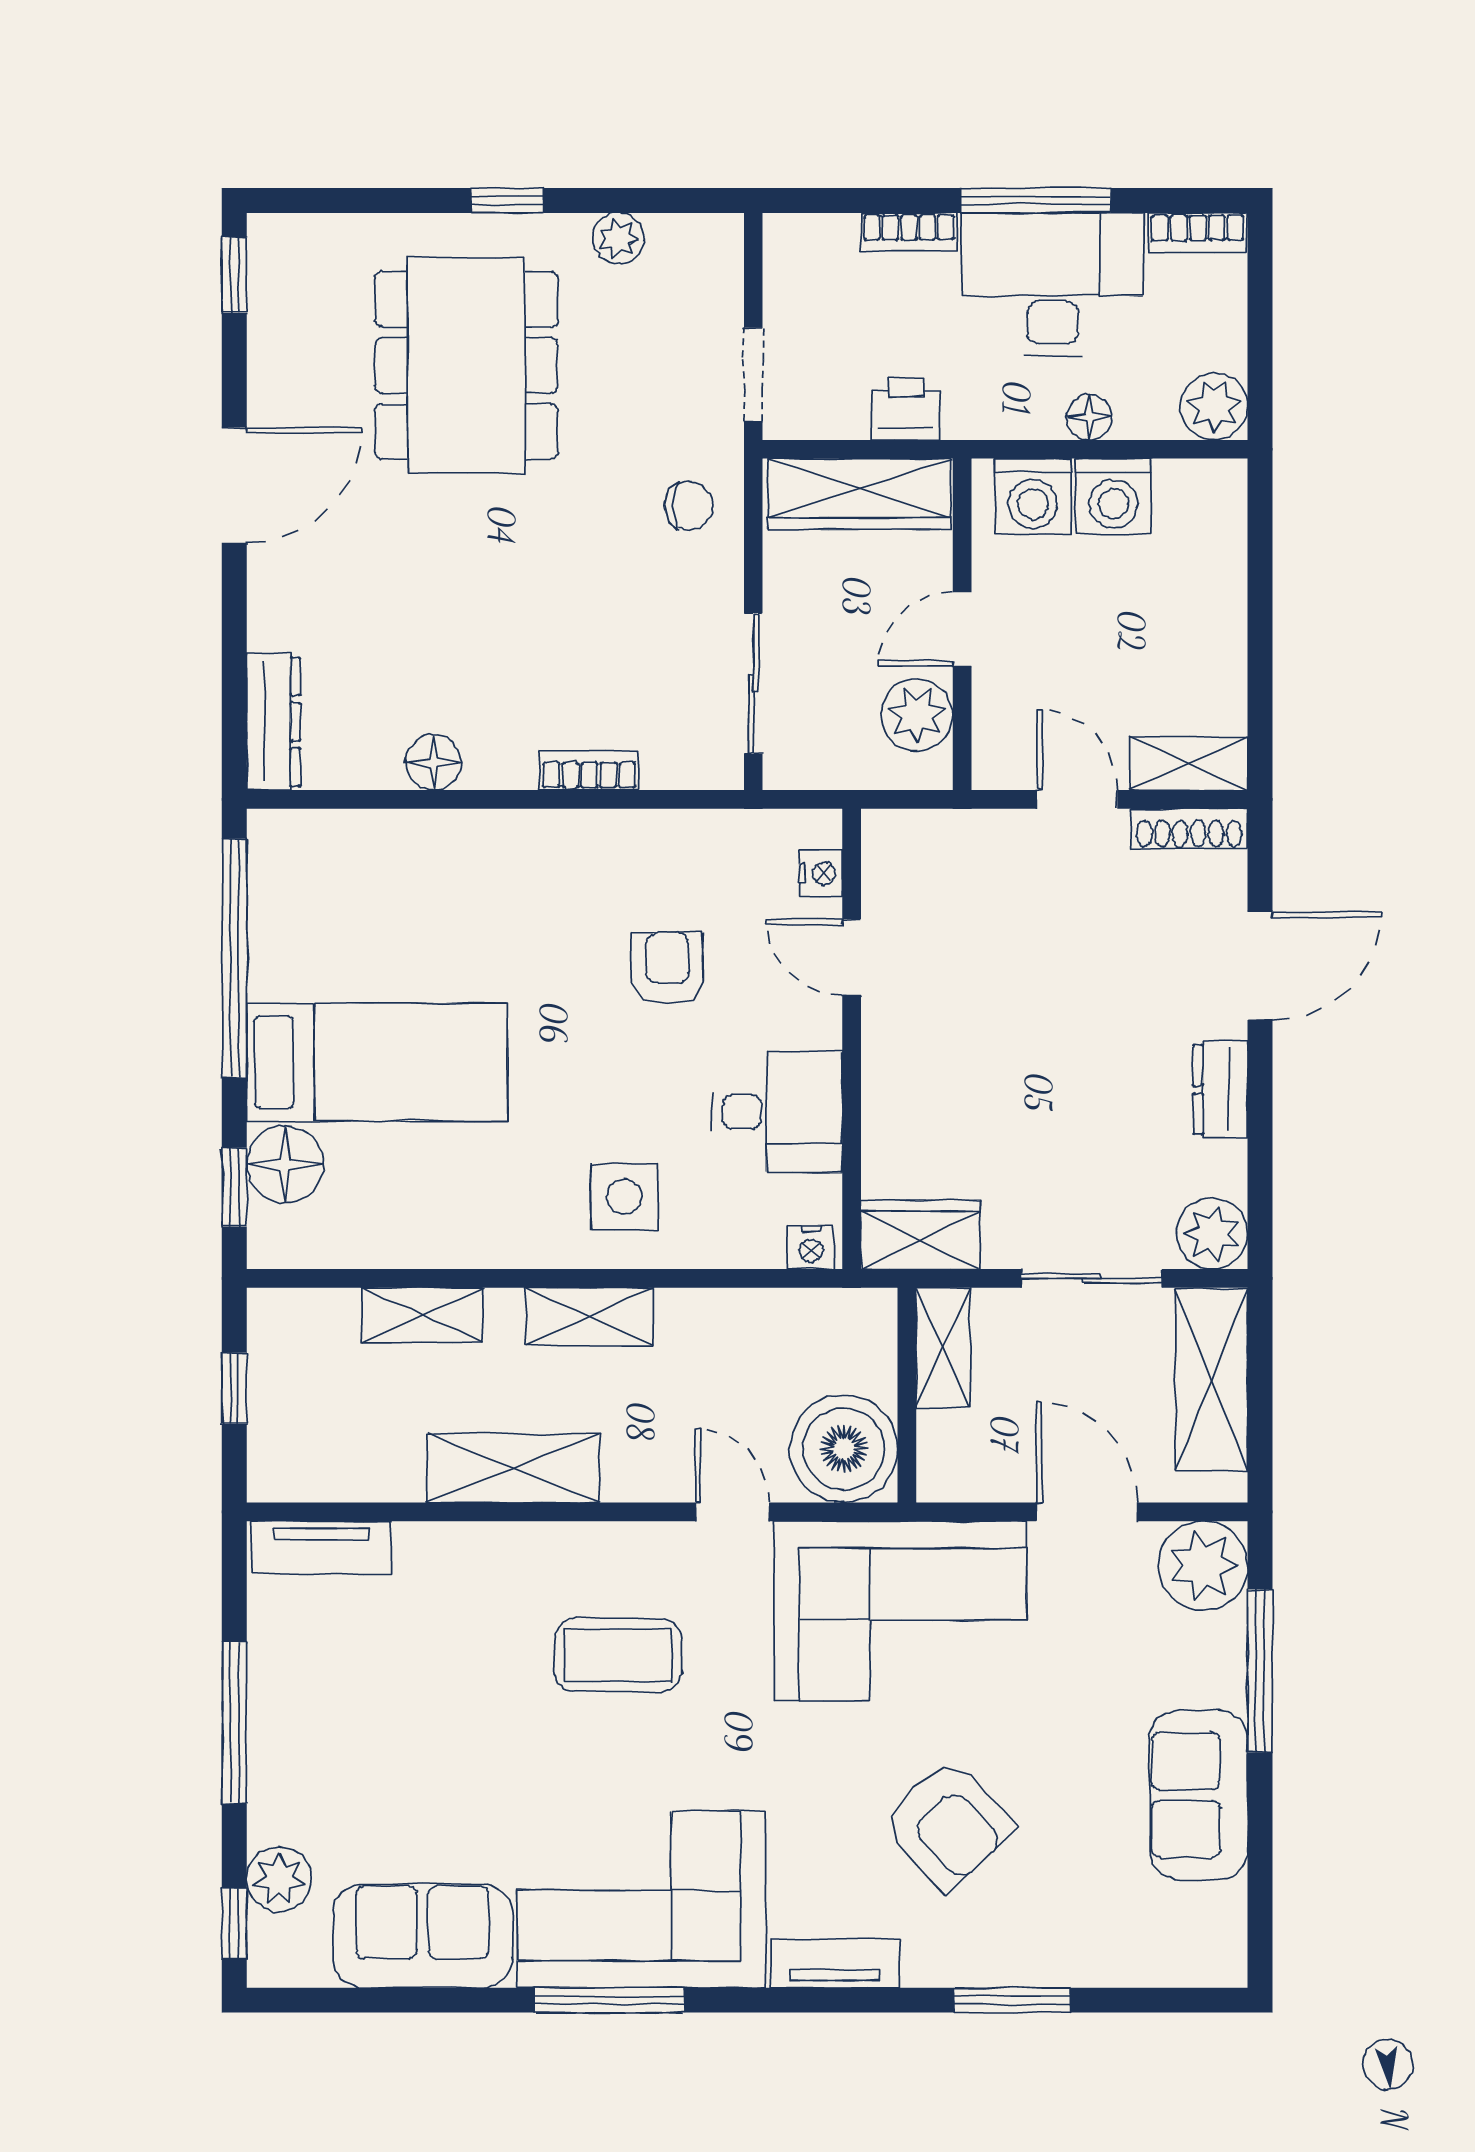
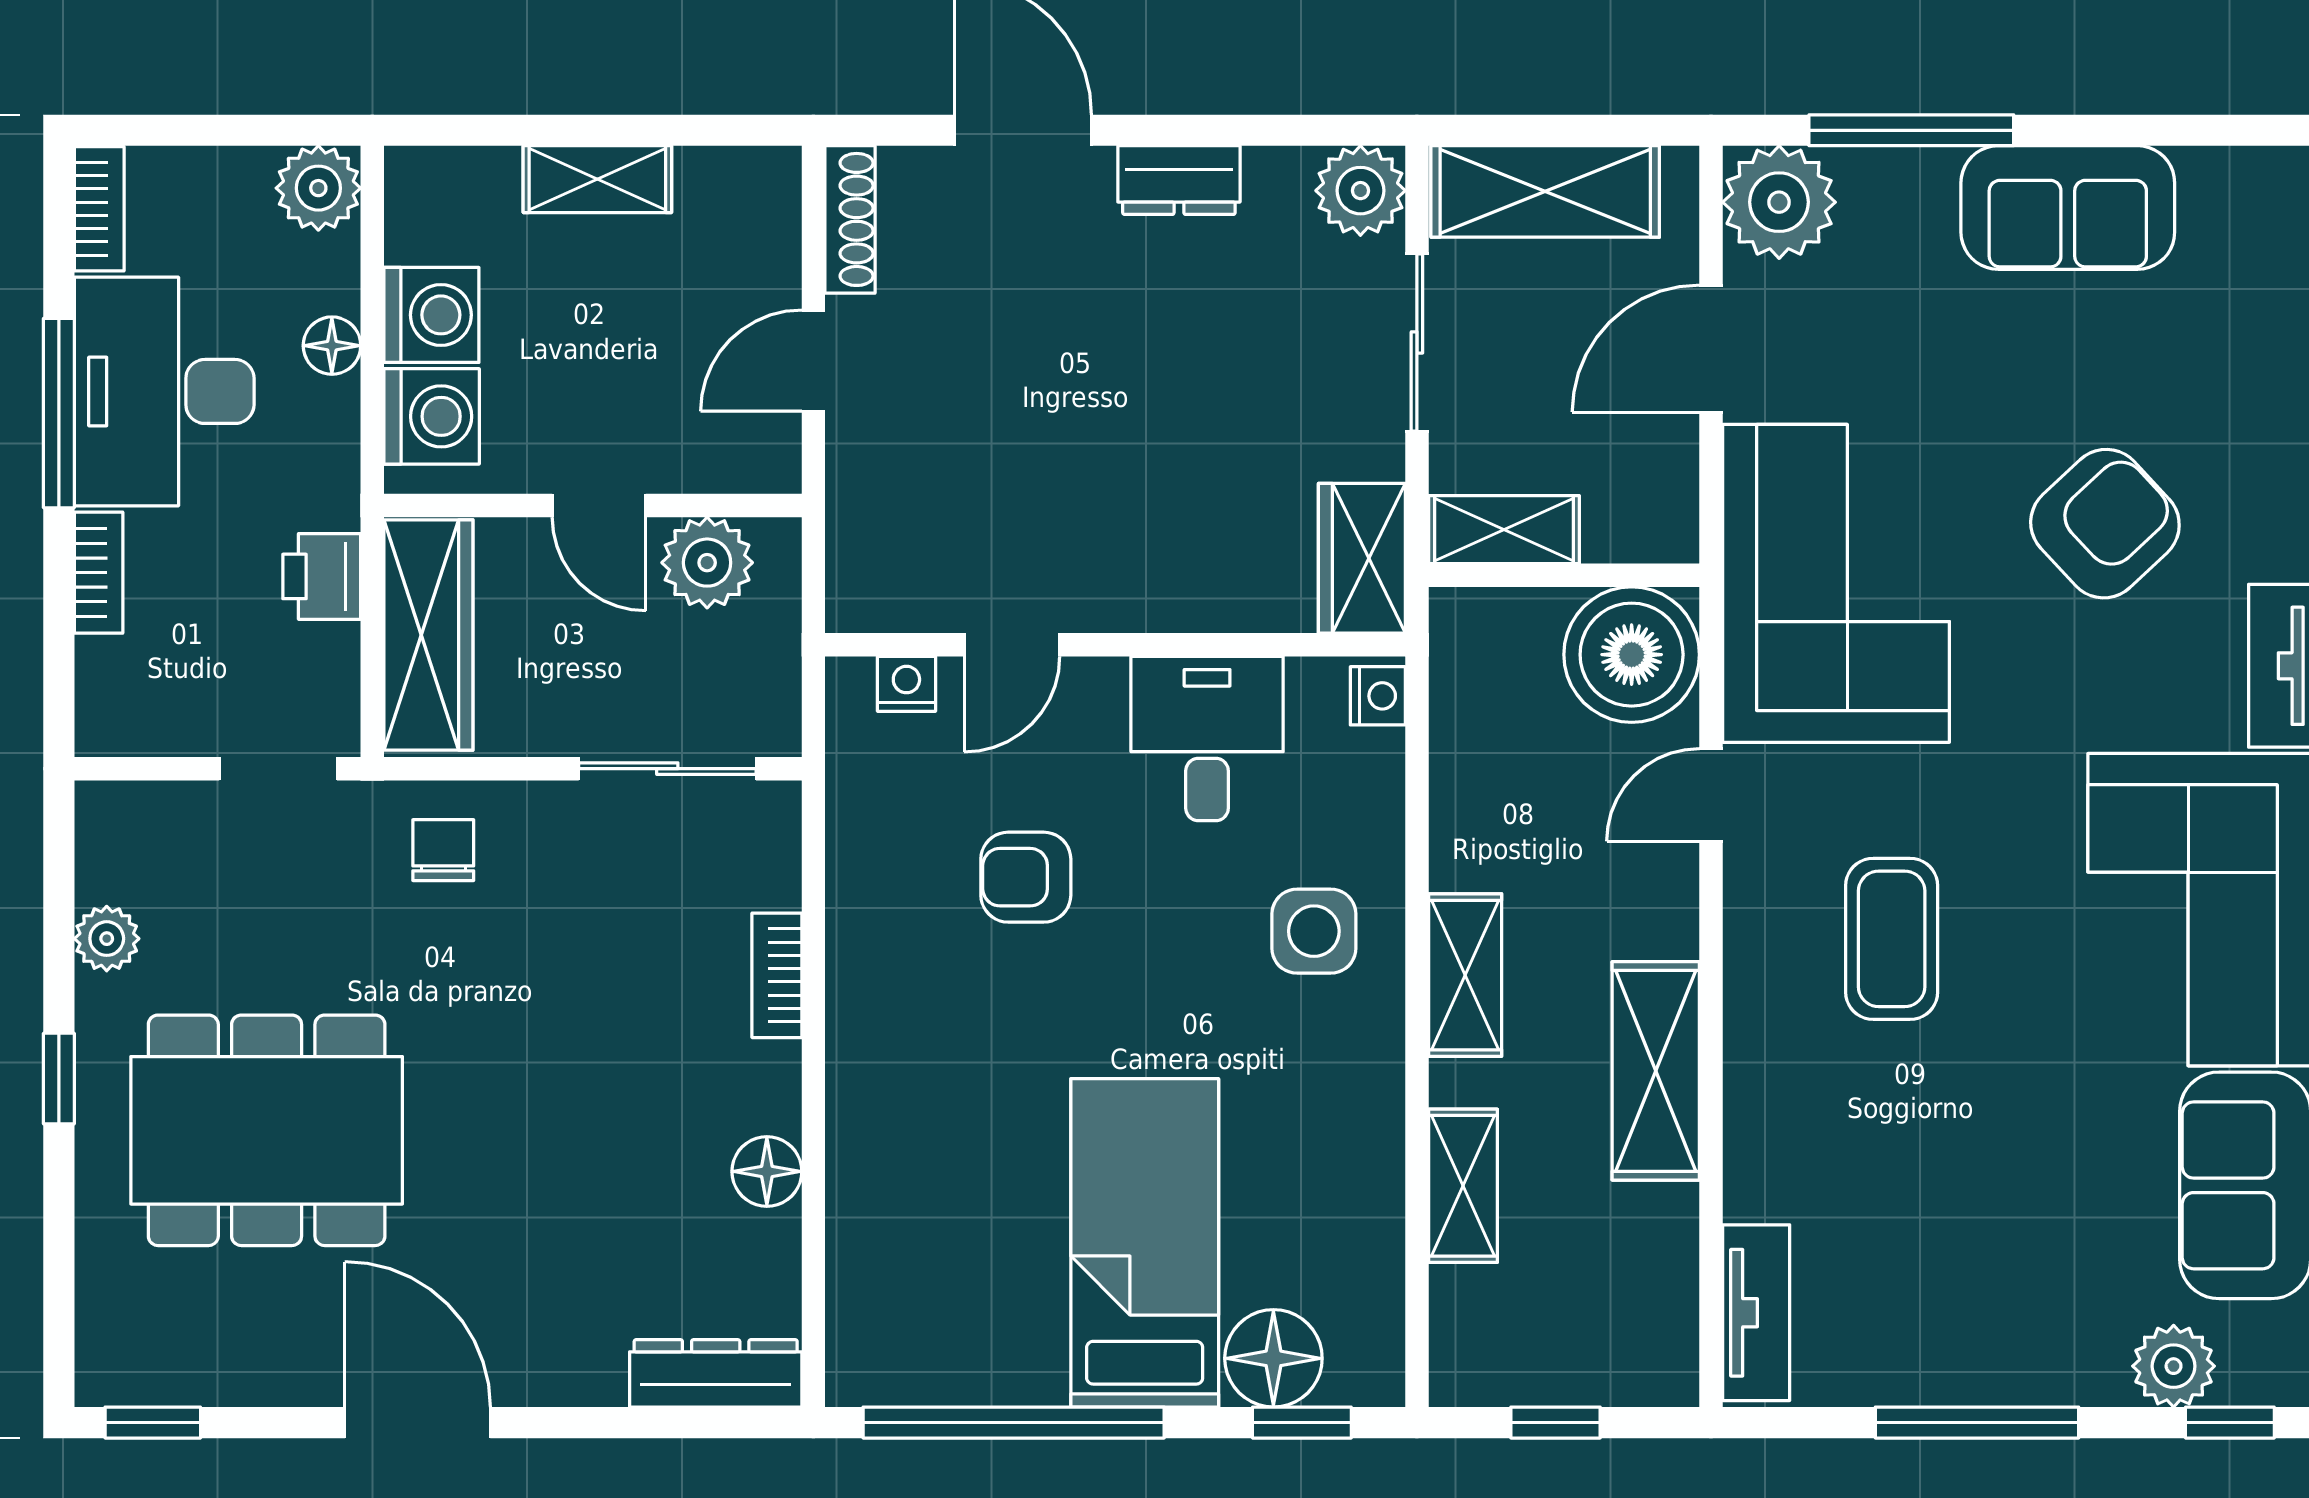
shelving: (1189, 764) -> (597, 179), moved, turned 90

